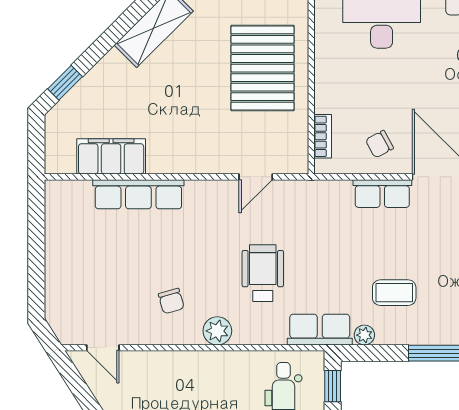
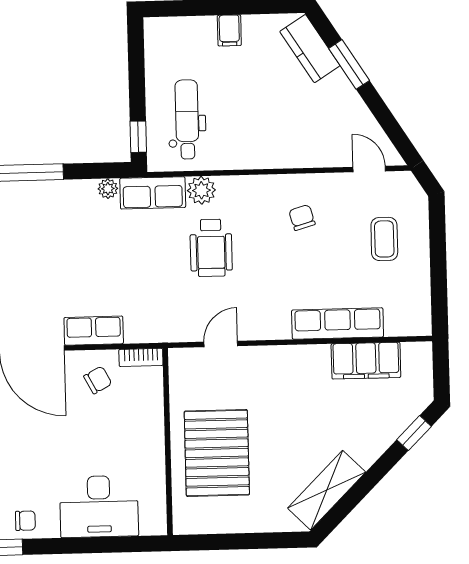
bookcase: (323, 136) -> (141, 357), moved, turned -90
coffee table: (394, 293) -> (384, 239), moved, turned 90
plant: (217, 331) -> (201, 190), moved

